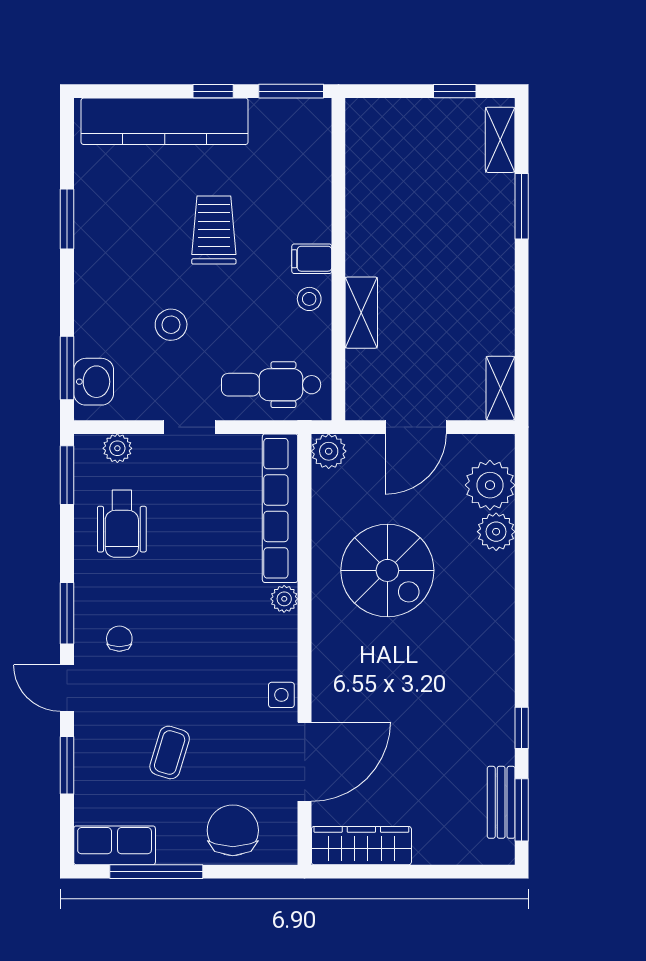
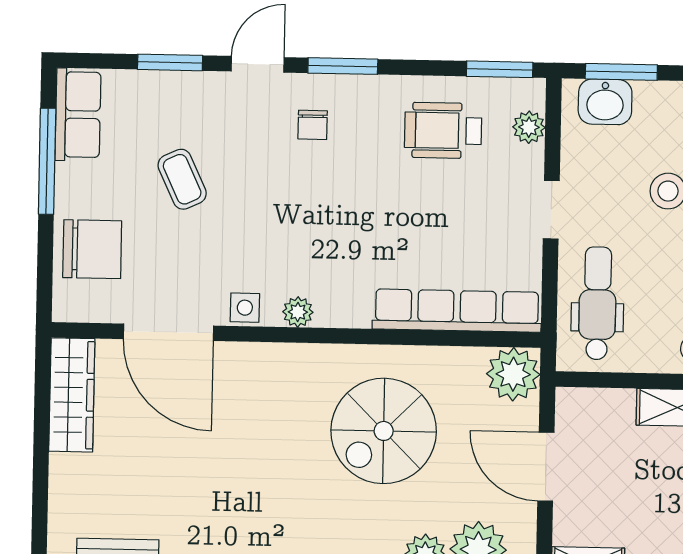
plant: (329, 451) -> (513, 374), width x1.36, depth x1.36
plant: (284, 599) -> (298, 312), moved
chair: (119, 639) -> (313, 125), turned 90
coffee table: (170, 752) -> (182, 179), turned 48

